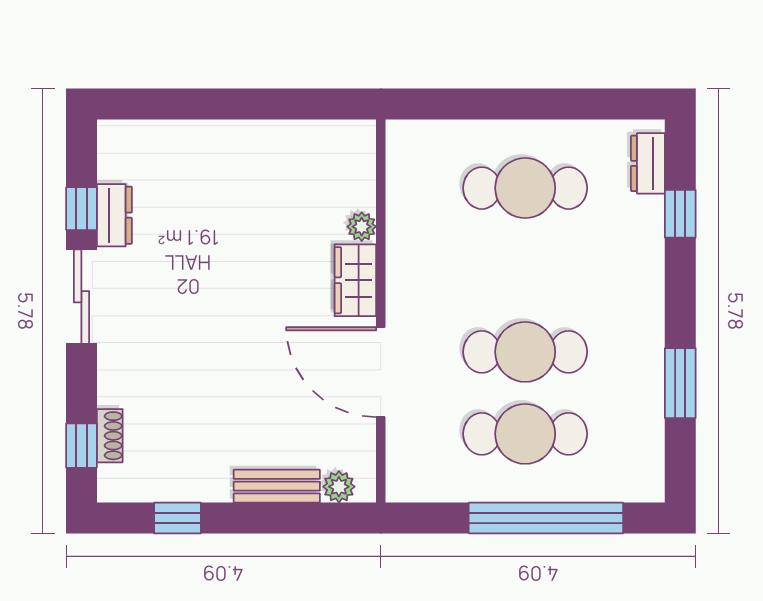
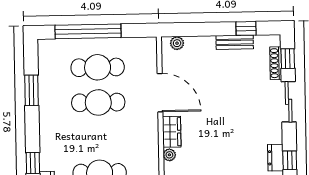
sliding door: (81, 297) -> (289, 102), moved
shoe rack: (110, 436) -> (276, 63), width x1.43
bench: (277, 486) -> (235, 42), moved

